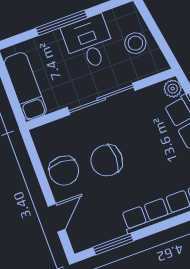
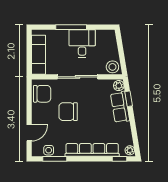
stool: (135, 43) -> (112, 67), moved
chair: (64, 171) -> (42, 94), moved, turned -90
side table: (98, 234) -> (49, 150), added

